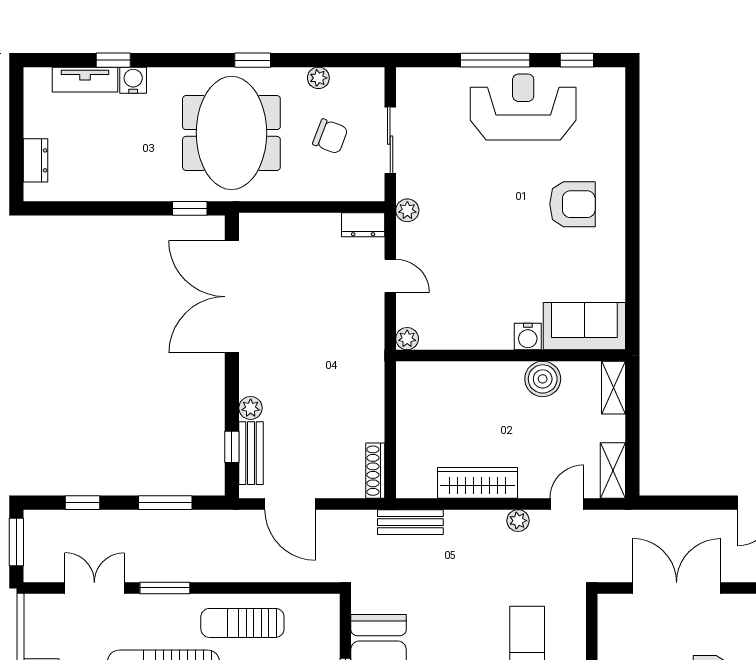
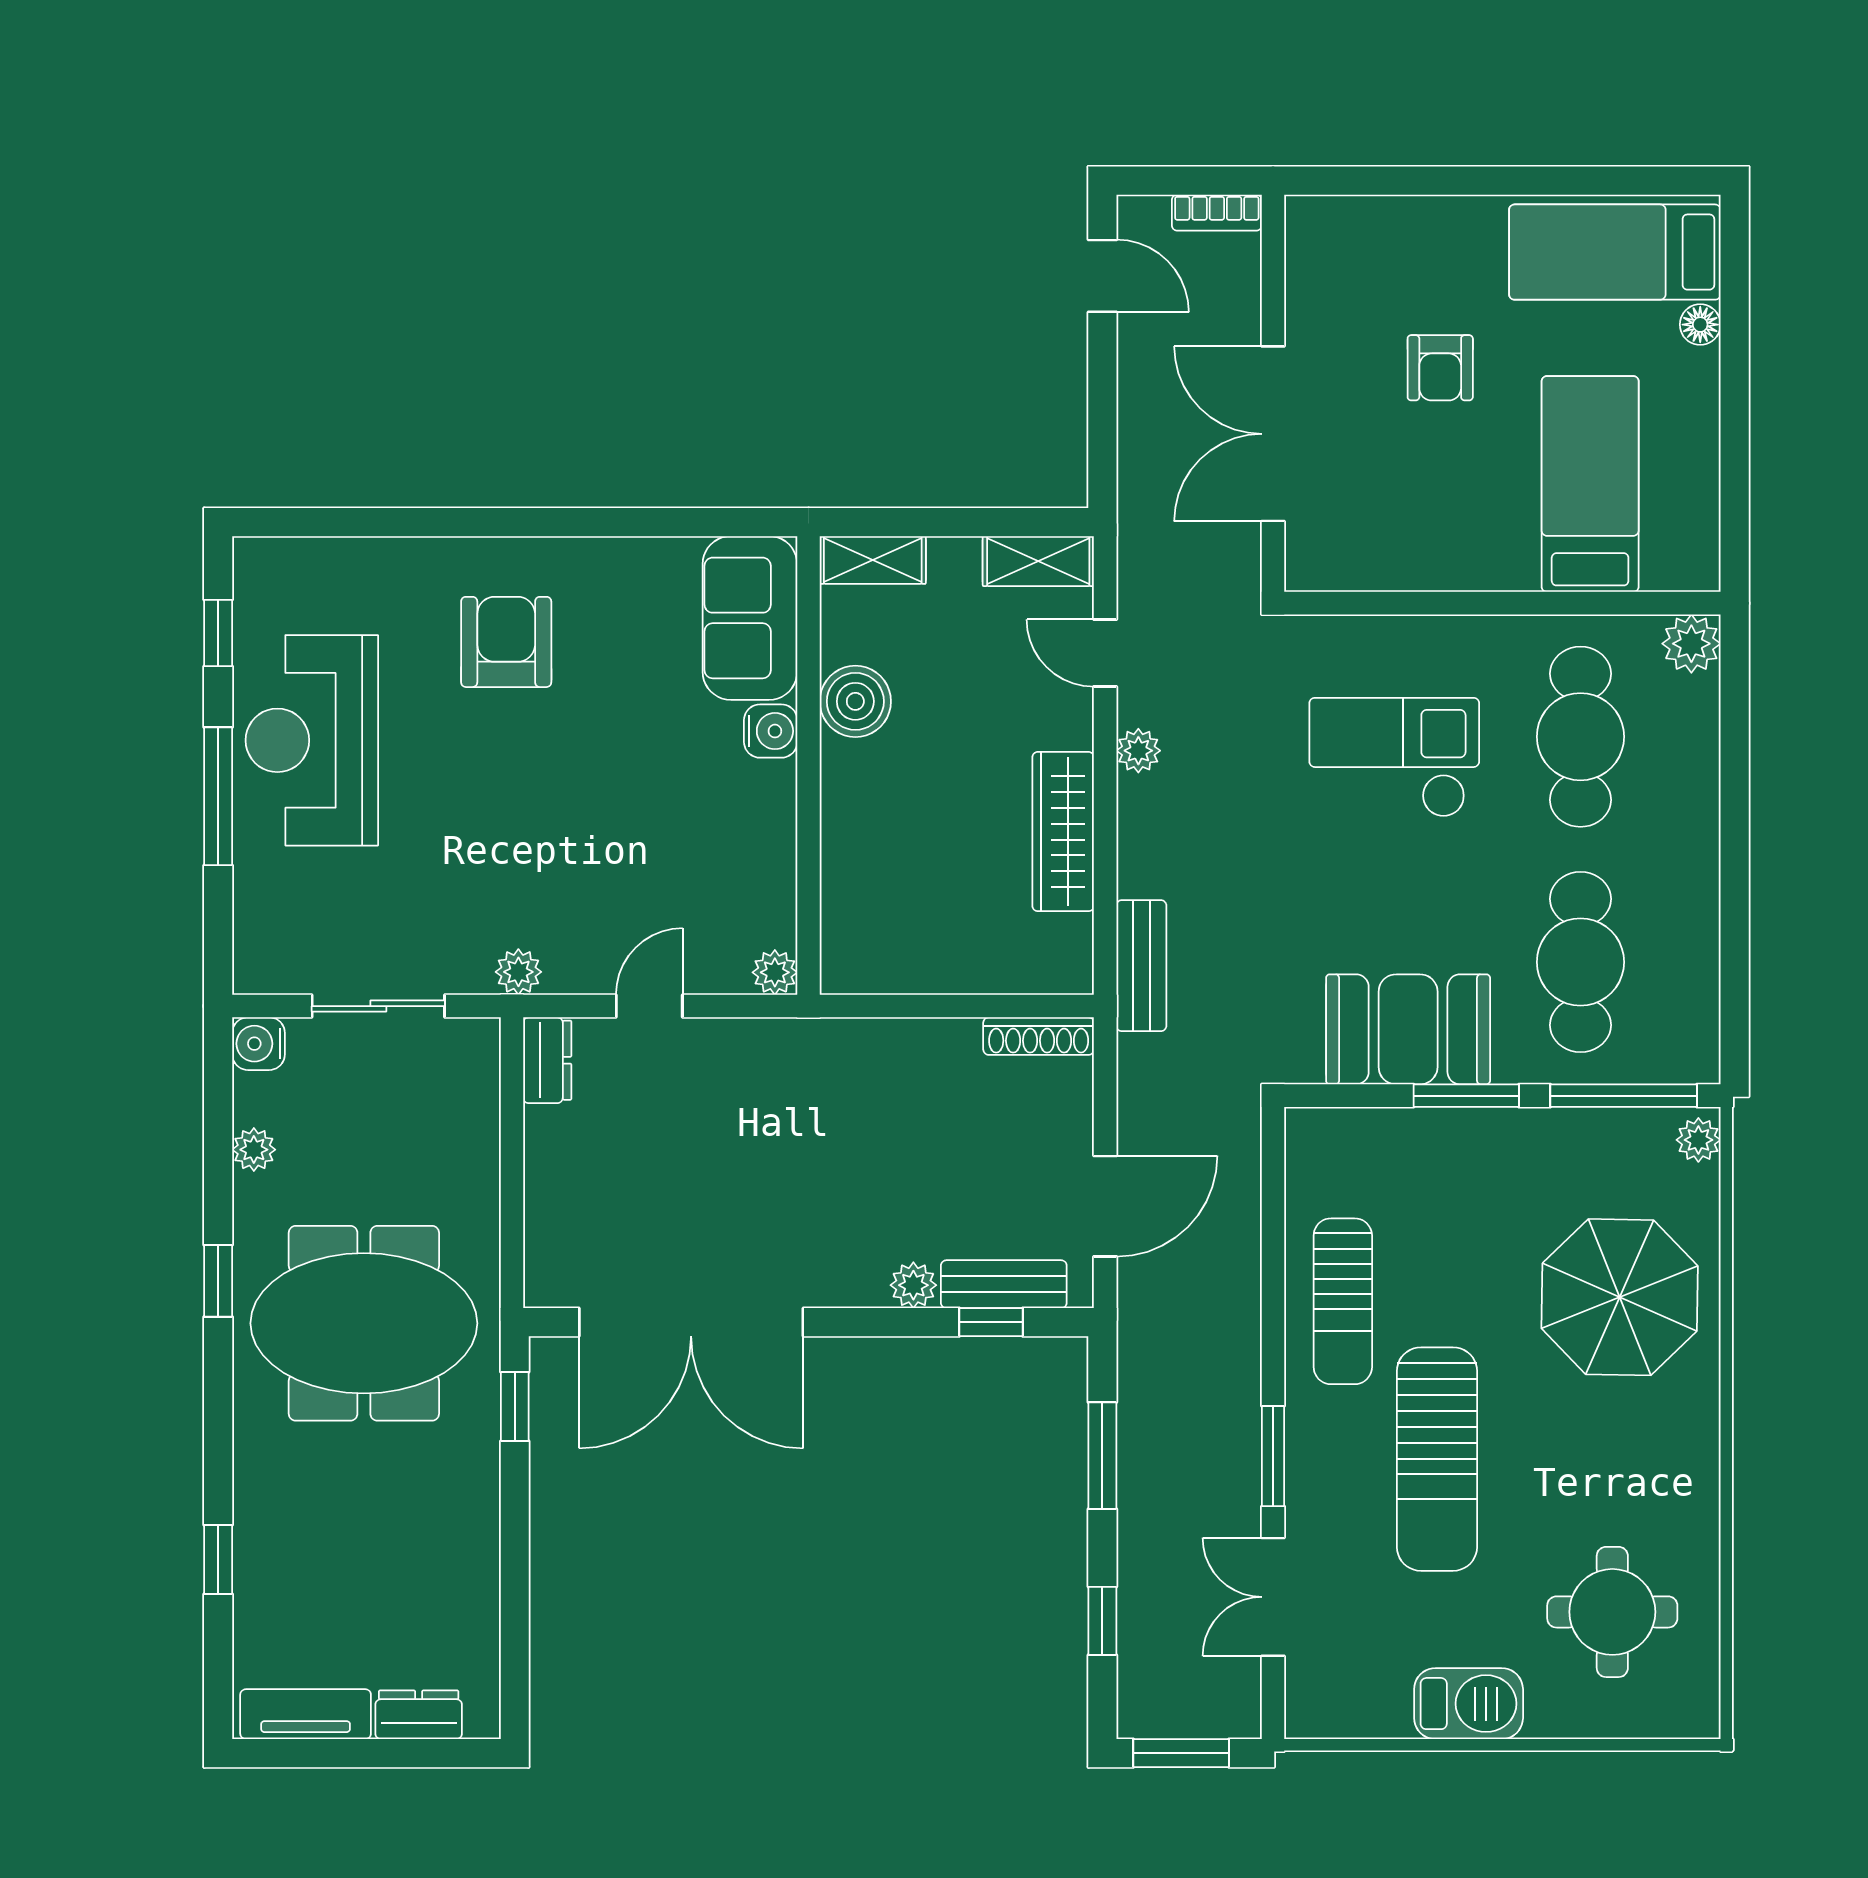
tv unit: (85, 80) -> (306, 1714), moved, turned -90
water cooler: (133, 80) -> (259, 1044), moved
chair: (330, 136) -> (371, 1126), removed

